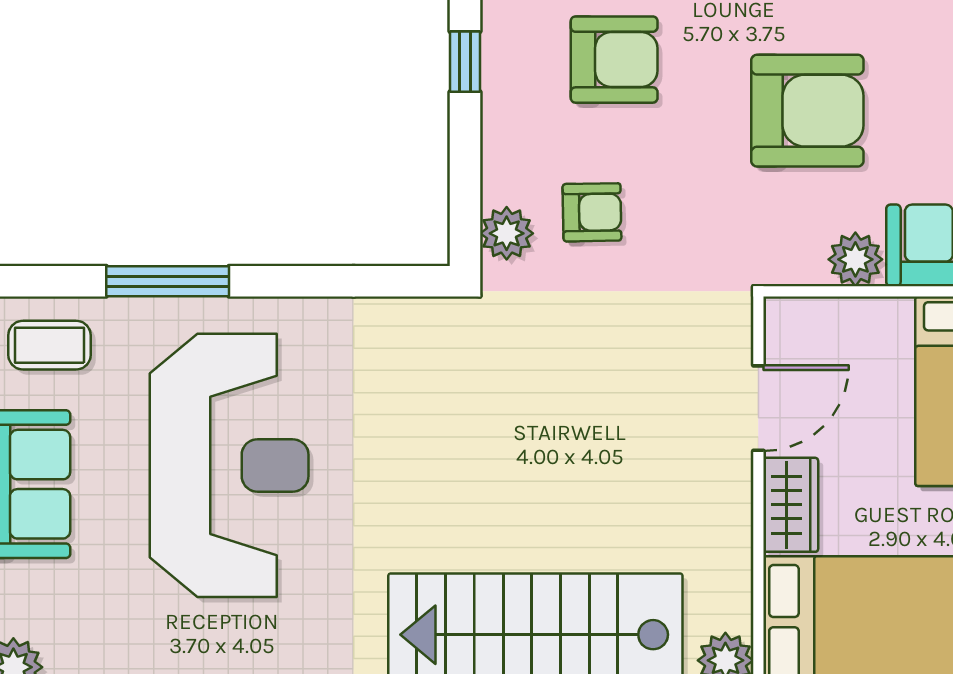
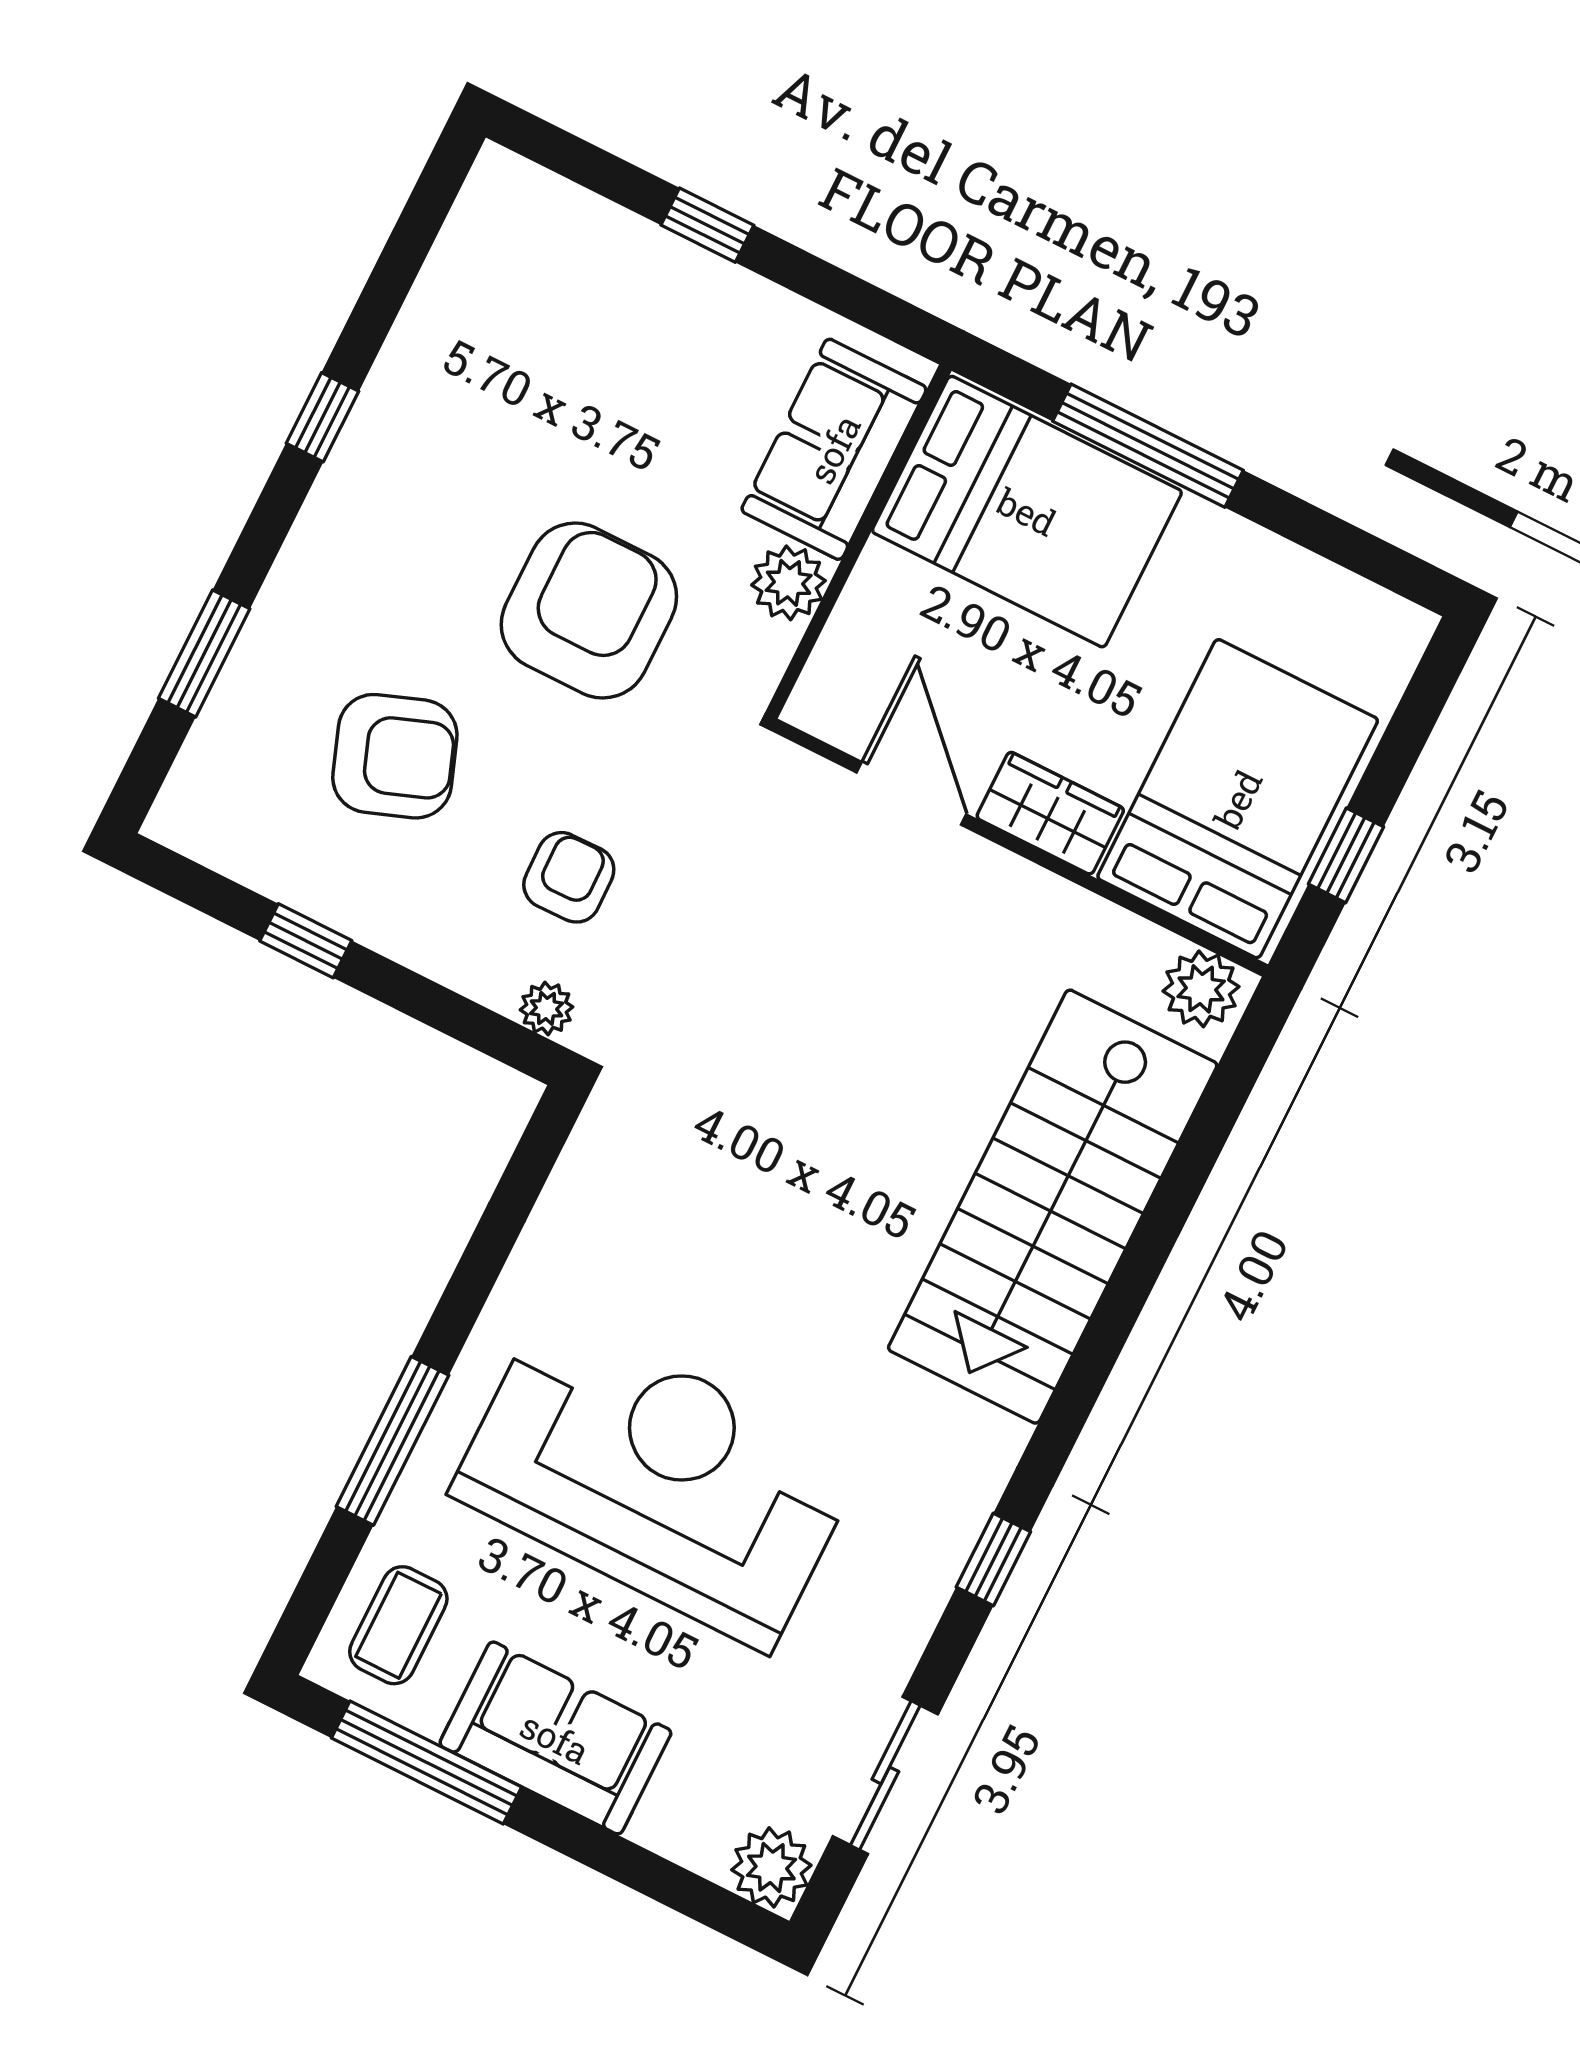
armchair: (614, 60) -> (395, 756), turned 70
armchair: (807, 111) -> (589, 610), moved
plant: (507, 233) -> (547, 1008), width x0.73, depth x0.73

